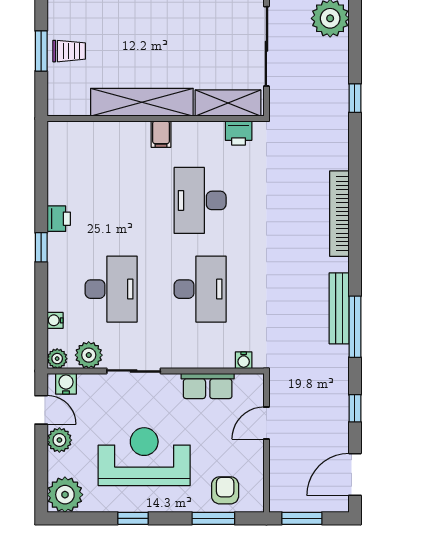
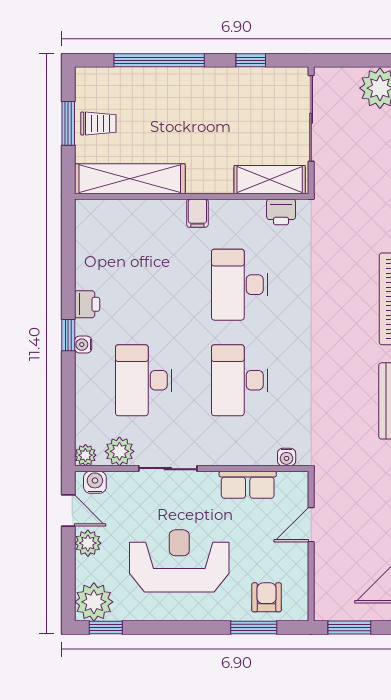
shelving: (142, 102) -> (130, 179), moved
desk: (111, 289) -> (144, 380), turned 180
desk: (200, 289) -> (240, 380), turned 180
water cooler: (55, 320) -> (83, 345), moved
window: (133, 518) -> (106, 628), moved

